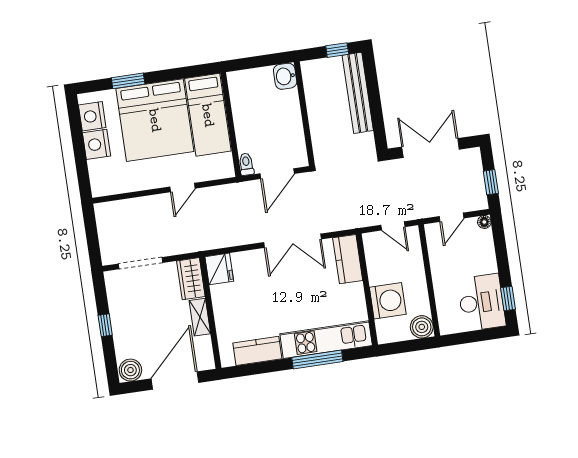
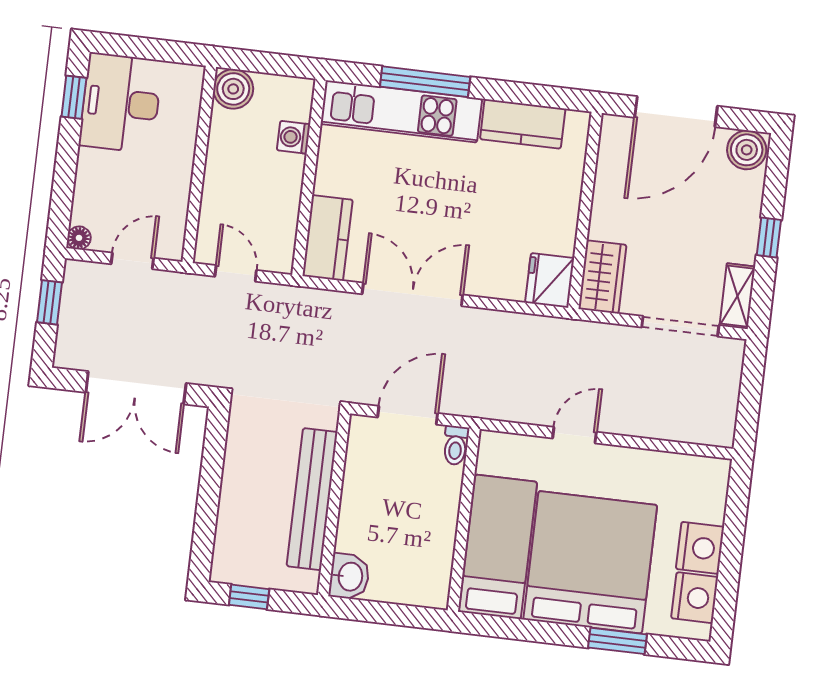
bench: (358, 93) -> (312, 499), moved
washing machine: (388, 301) -> (293, 137), width x0.53, depth x0.53
shelving: (200, 317) -> (737, 296), moved

